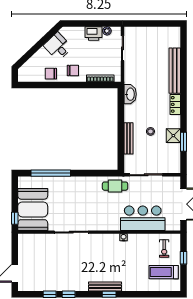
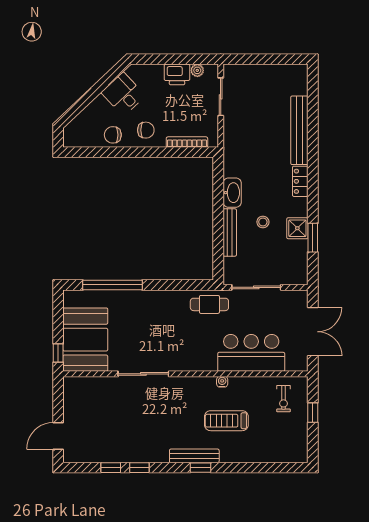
washbasin: (130, 94) -> (232, 193), moved
treadmill: (164, 272) -> (226, 421), moved

